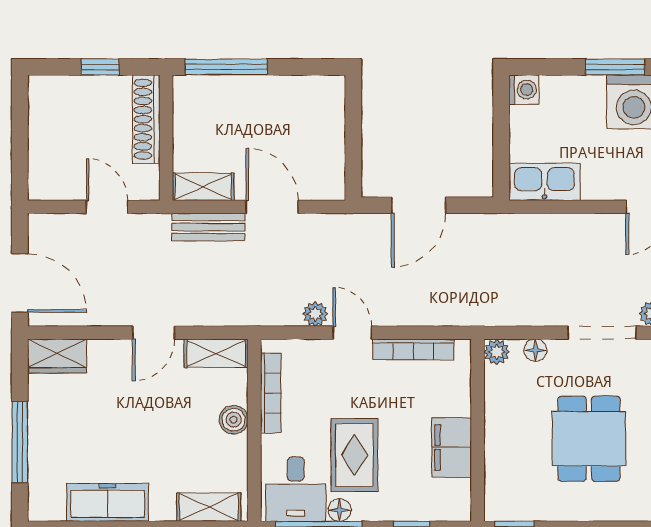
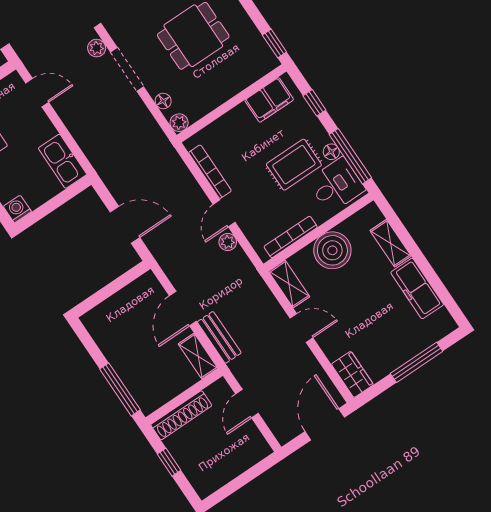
boiler: (234, 420) -> (332, 250), width x1.86, depth x1.86
filing cabinet: (451, 447) -> (269, 100), moved
shelving: (209, 507) -> (391, 243), moved

